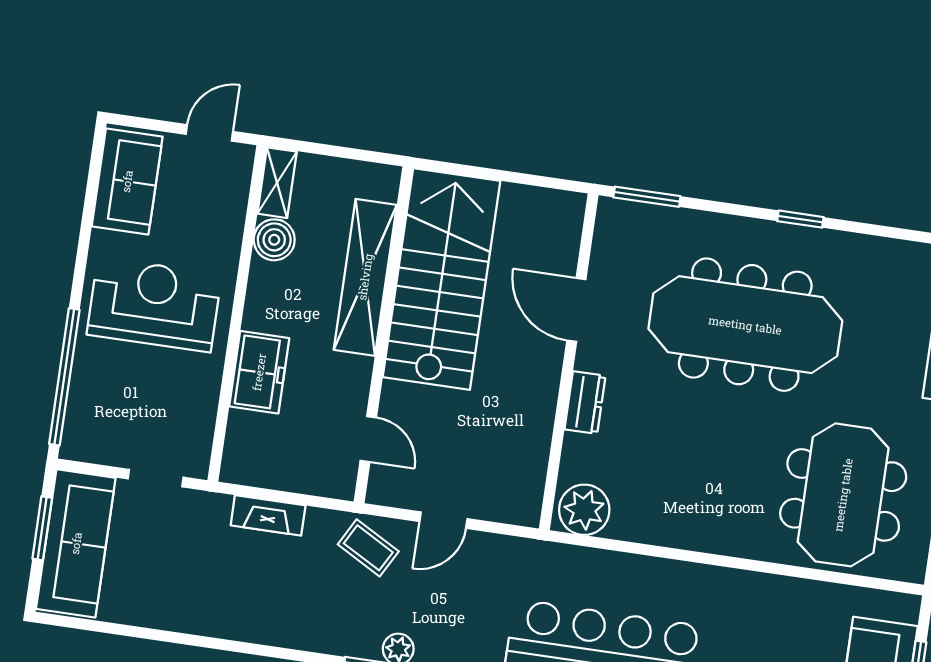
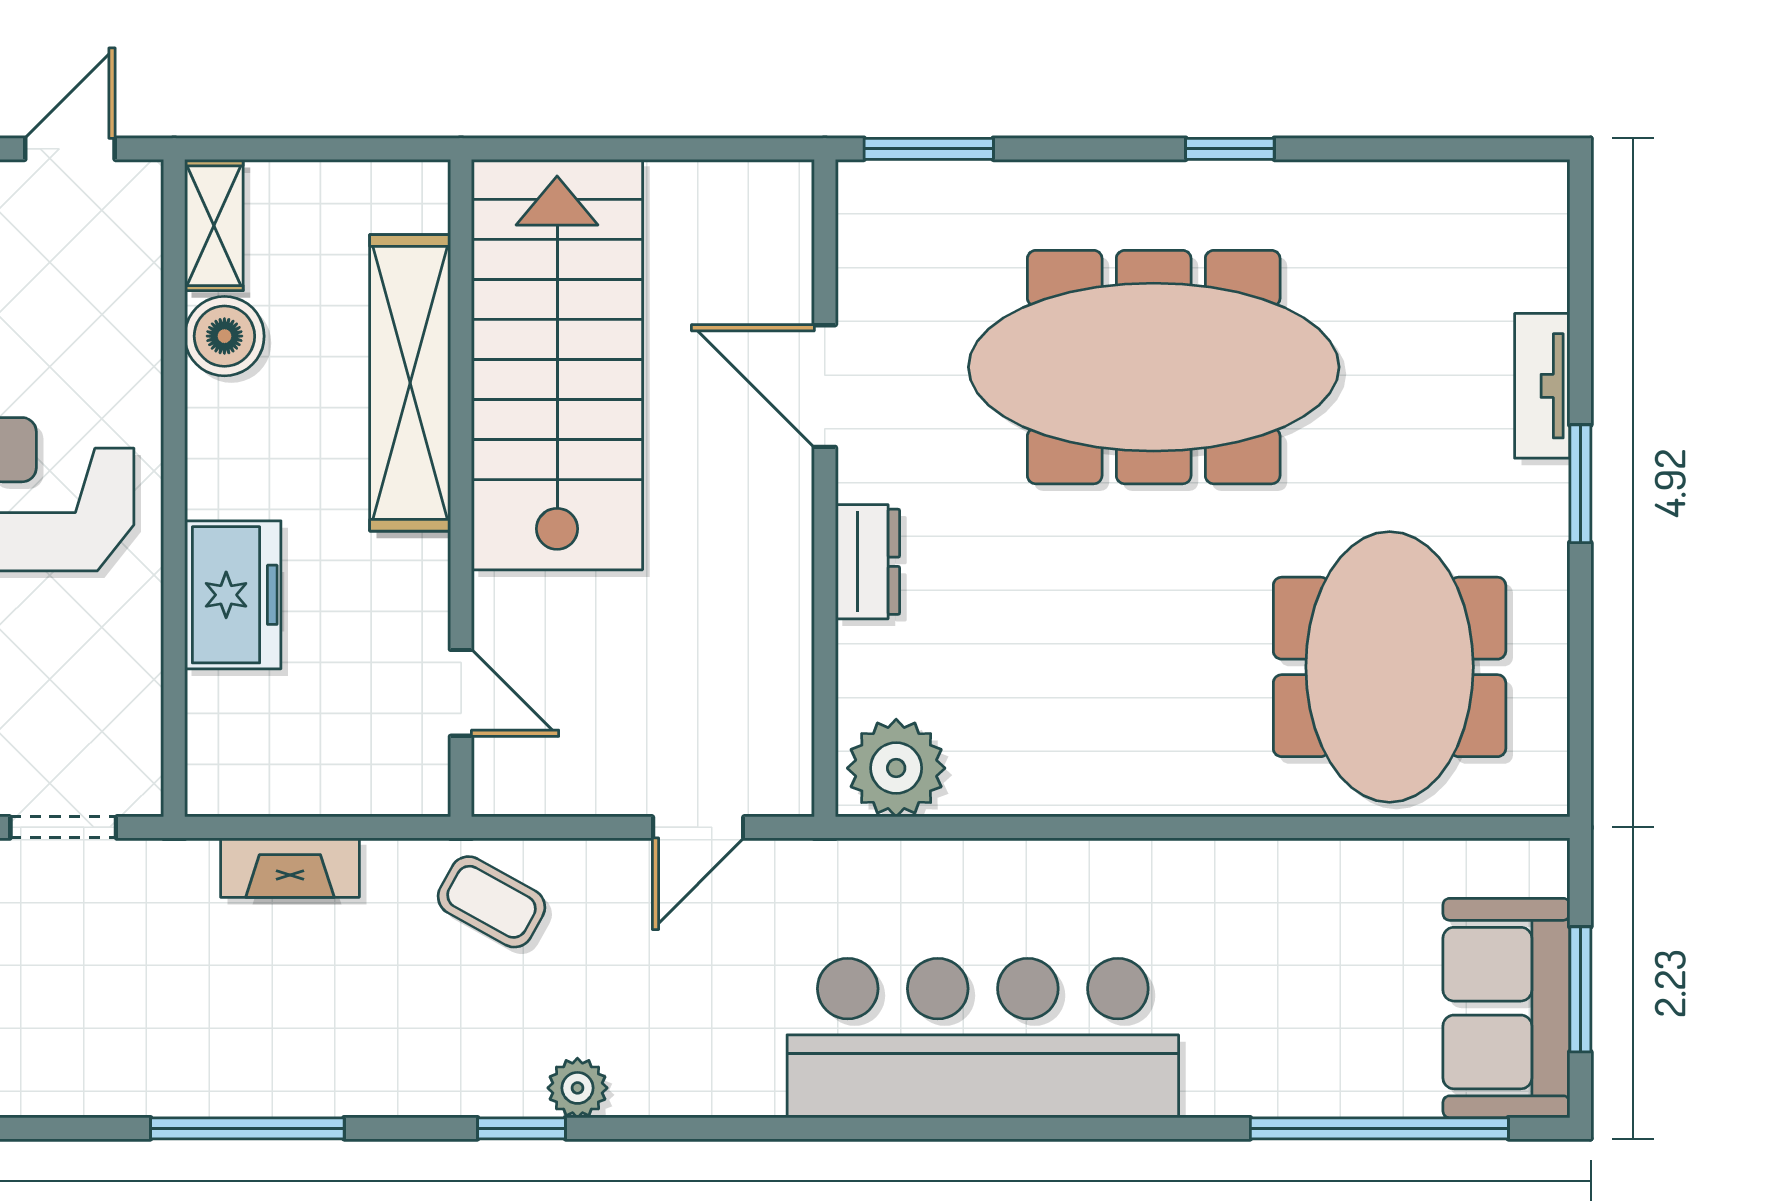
door: (443, 520) -> (698, 827), moved
window: (227, 645) -> (247, 1128), added

